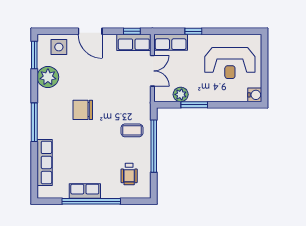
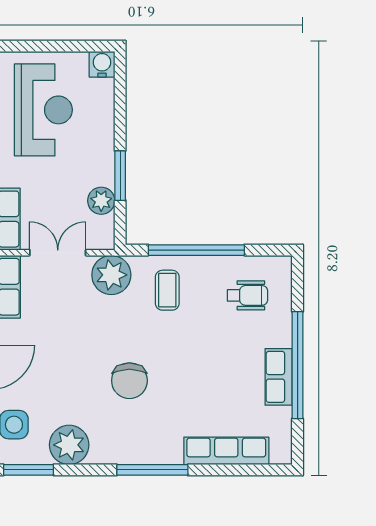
plant: (140, 100) -> (111, 275), added

